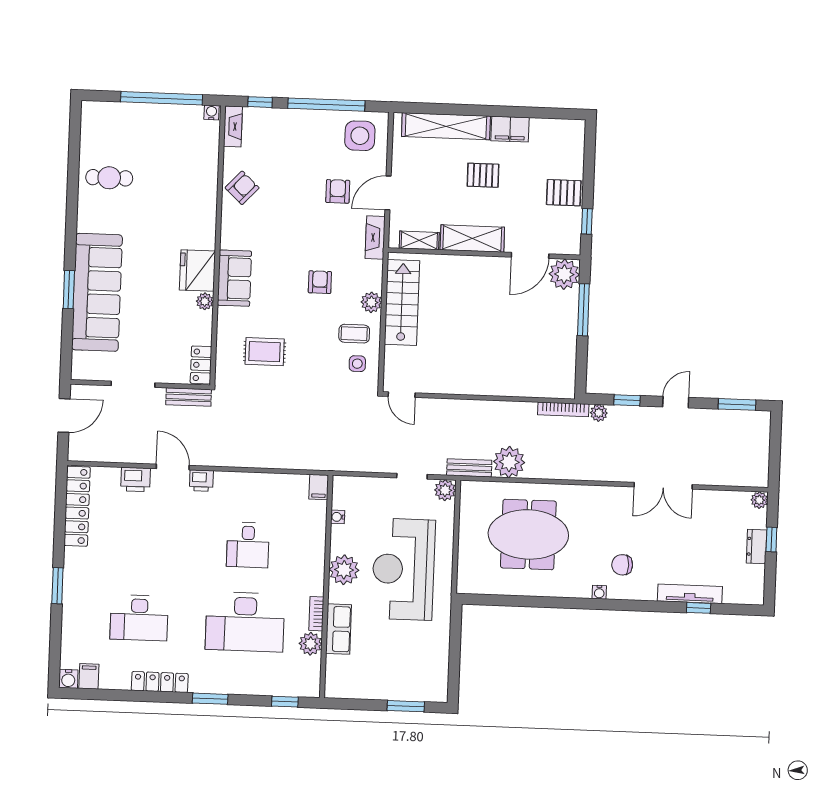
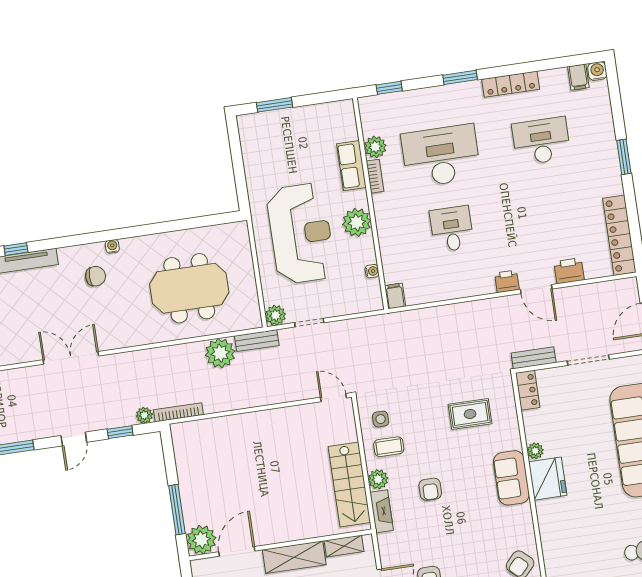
fireplace: (375, 238) -> (382, 511), moved

